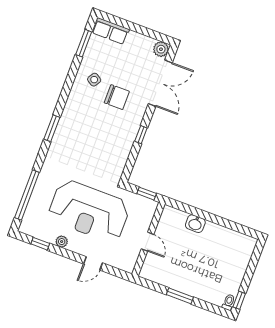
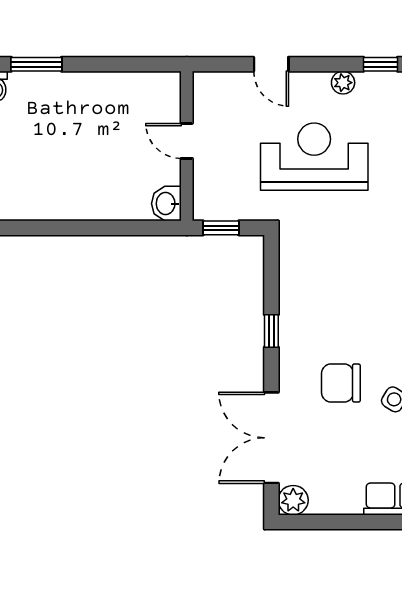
reception desk: (89, 211) -> (314, 157), width x0.74, depth x0.77
washbasin: (195, 224) -> (166, 204), moved, turned -90
door: (93, 263) -> (271, 64), swing flipped
window: (180, 296) -> (36, 64), moved

